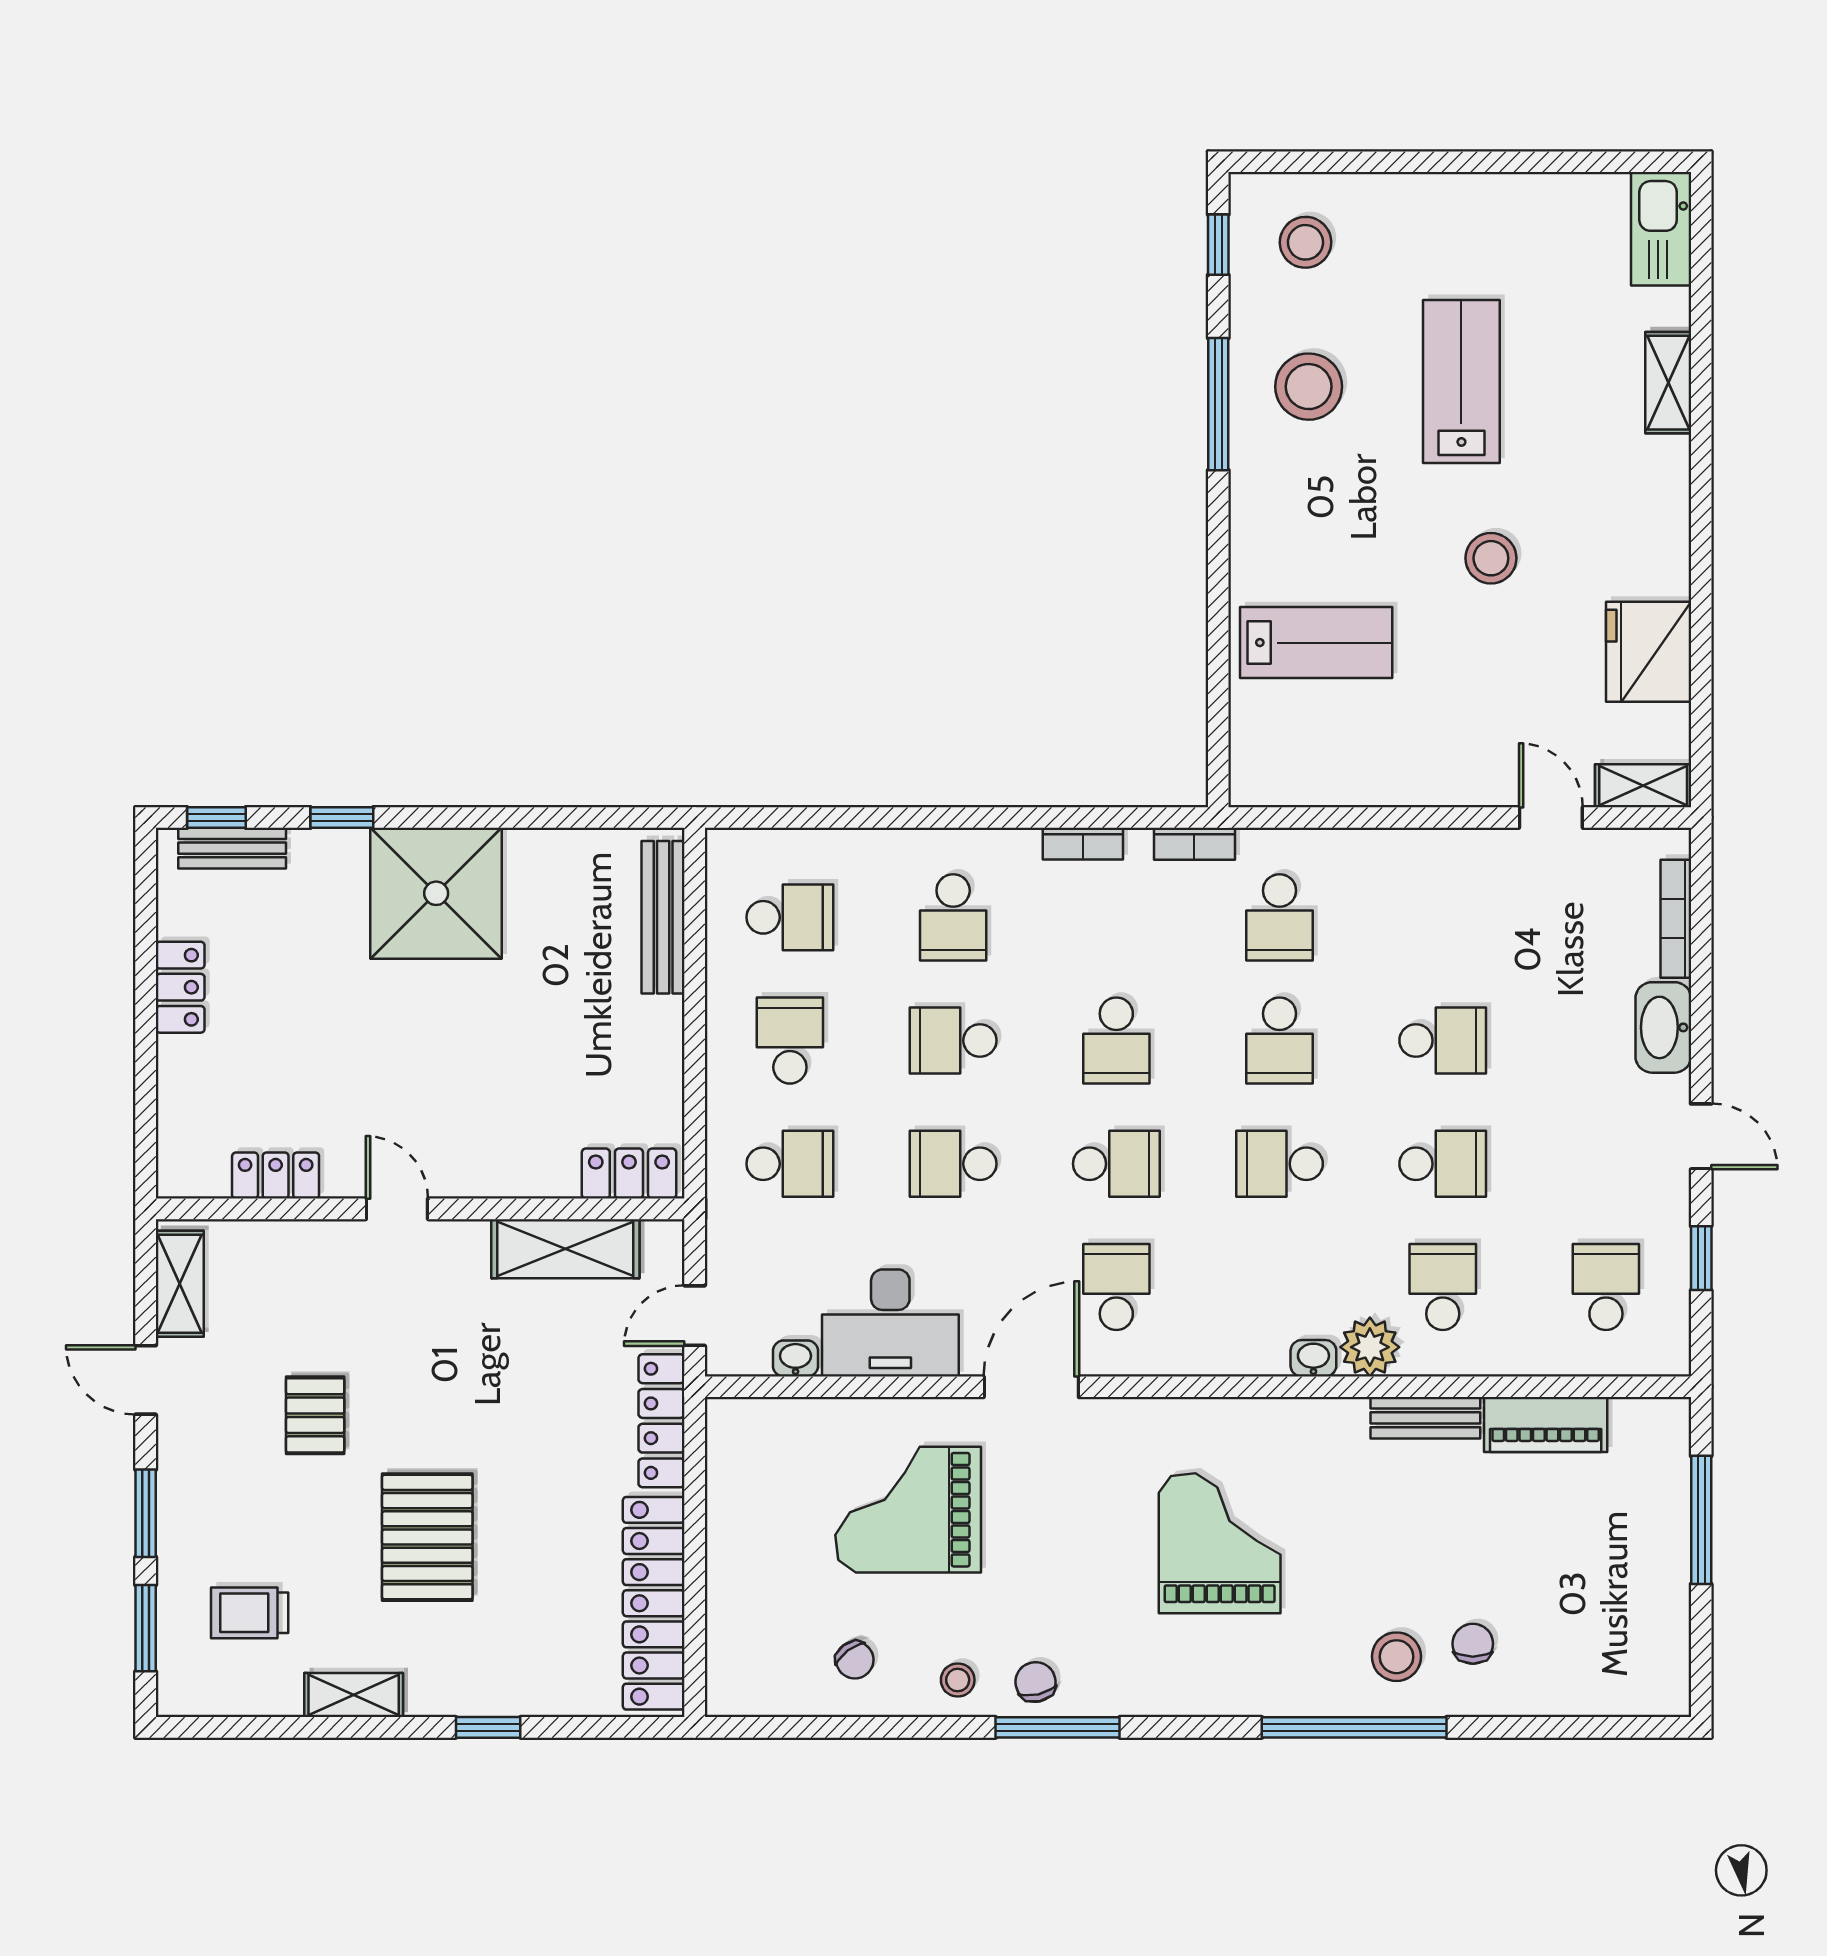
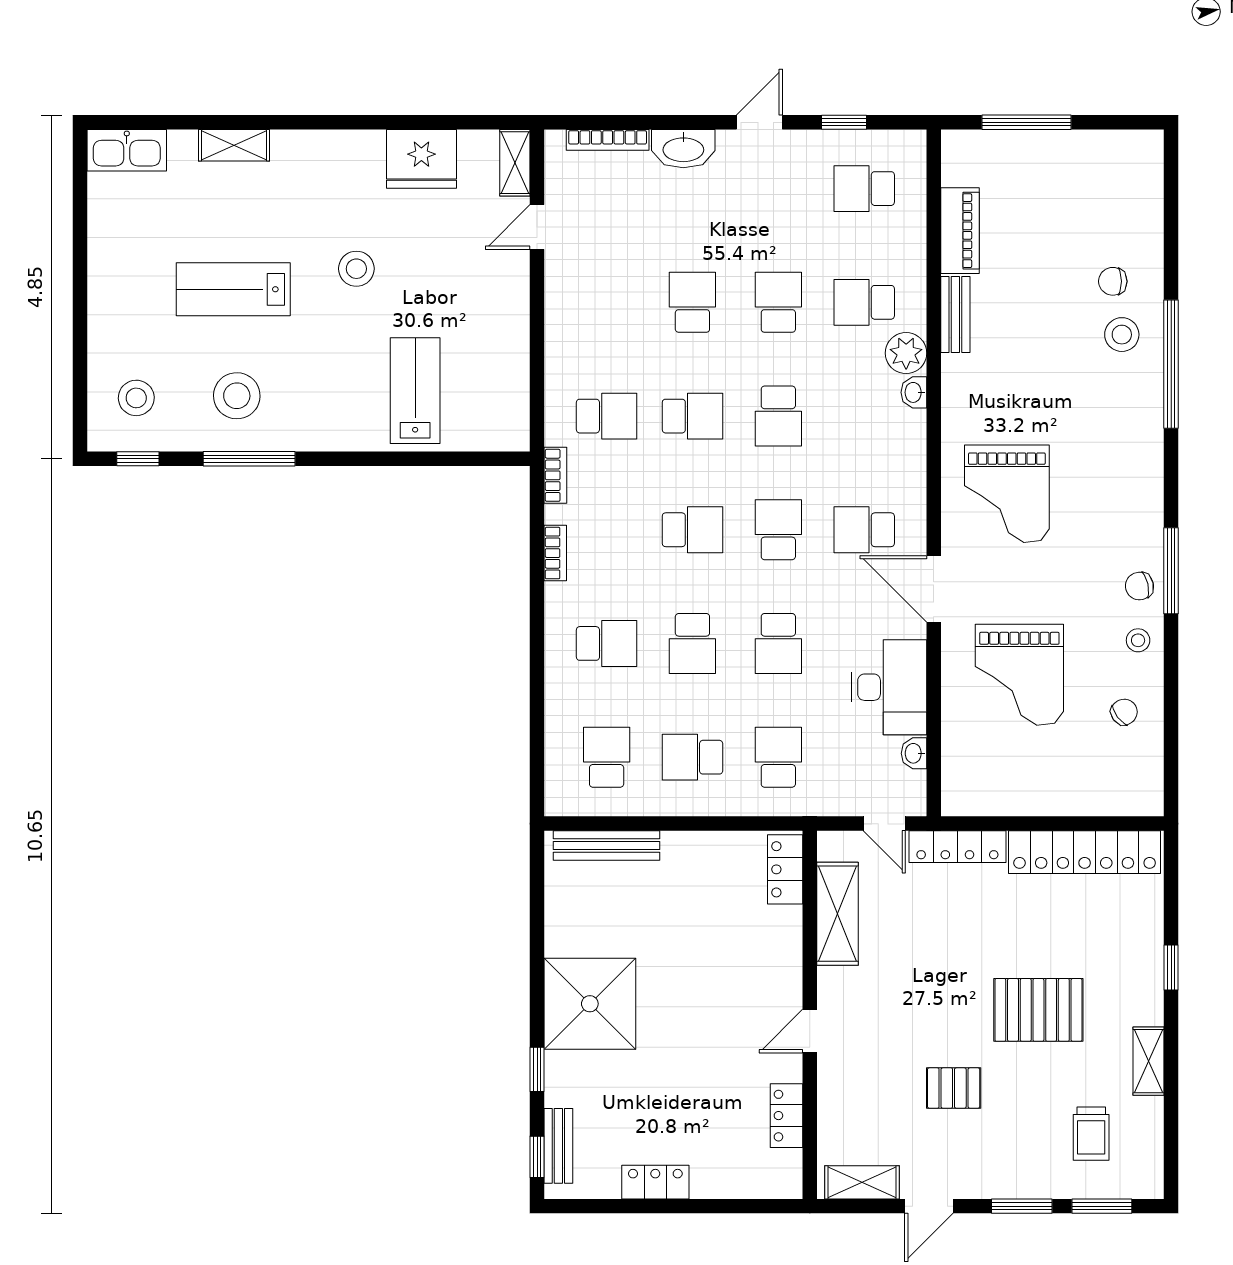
grand piano: (1220, 1543) -> (1007, 494), moved, turned -90

